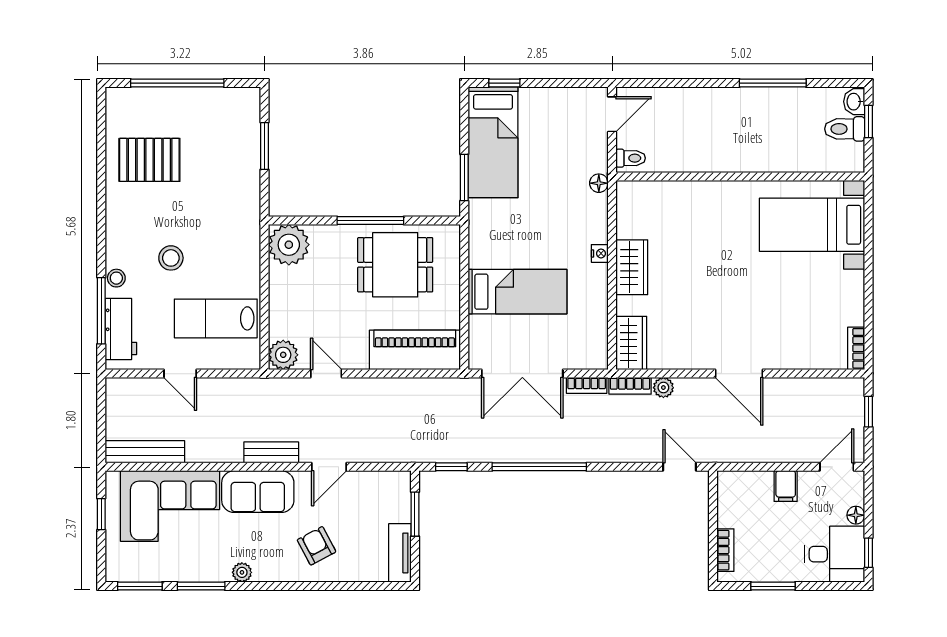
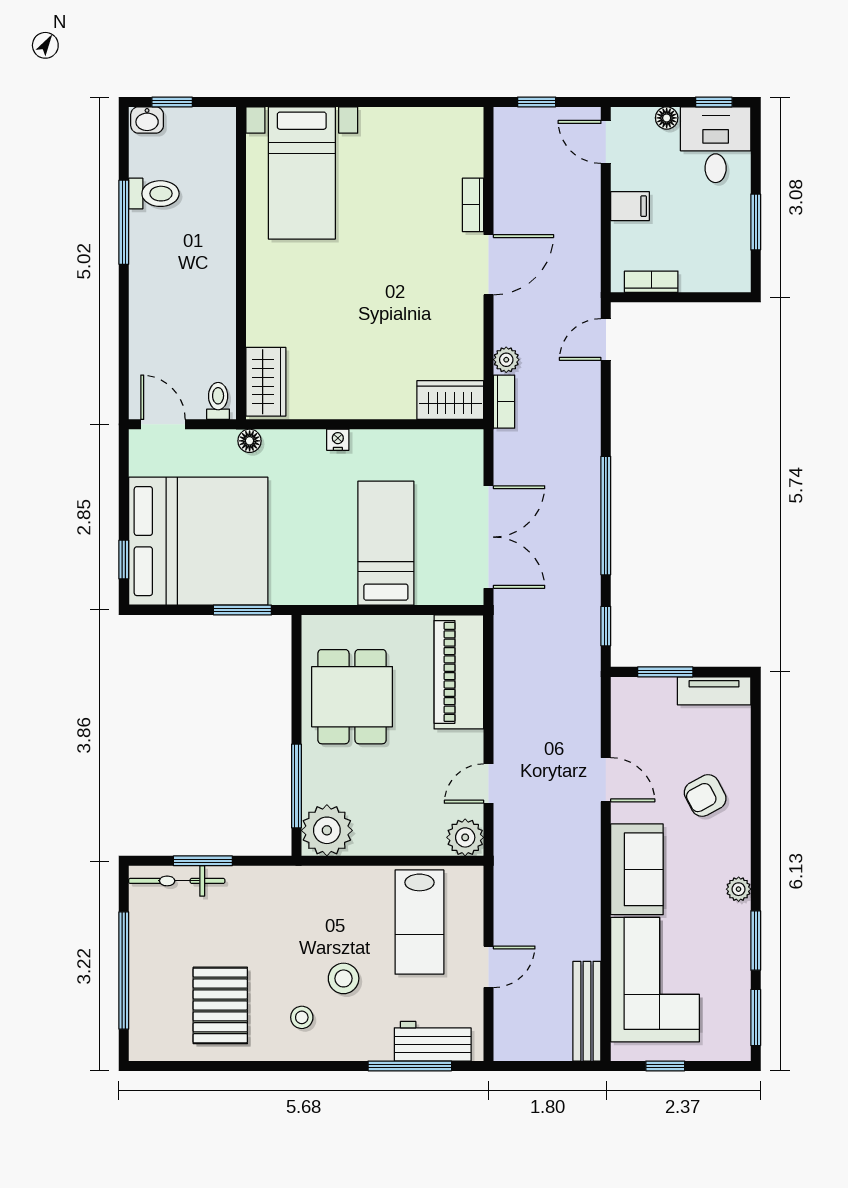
bicycle: (249, 125) -> (177, 881), added
toilet: (845, 129) -> (154, 194), moved, turned -90
bed: (493, 142) -> (198, 541), width x2.04
window: (370, 220) -> (296, 786), moved
wardrobe: (632, 267) -> (266, 382), moved, turned 90
stool: (116, 278) -> (302, 1017), moved
bookcase: (856, 348) -> (473, 205), moved, turned 90
bookcase: (587, 385) -> (504, 456), removed
bench: (271, 452) -> (588, 852), removed
bookcase: (725, 550) -> (651, 282), moved

